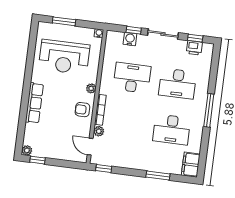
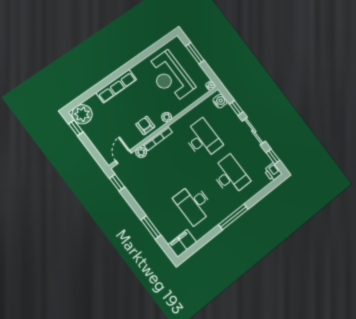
water cooler: (130, 39) -> (220, 101), moved
printer: (194, 48) -> (273, 172), moved
desk: (178, 84) -> (230, 175), turned 180
plant: (27, 150) -> (82, 114), width x1.87, depth x1.87

